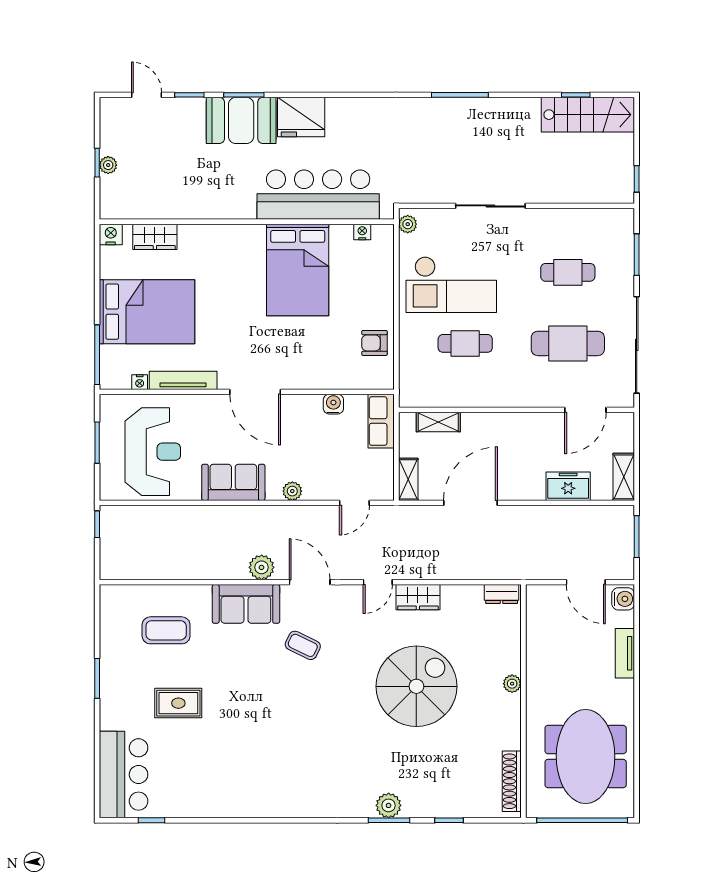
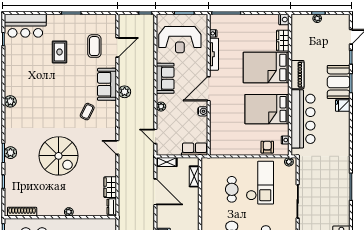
fridge: (301, 117) -> (343, 105), width x0.53, depth x0.75
piano: (226, 206) -> (297, 75), added
checkout: (451, 285) -> (260, 183), turned 180
bed: (147, 312) -> (266, 67), moved, turned 90
armchair: (375, 343) -> (267, 147), moved
water cooler: (333, 404) -> (203, 111), moved
door: (310, 582) -> (117, 47), moved
wardrobe: (418, 597) -> (110, 187), moved
spiral stairs: (416, 686) -> (59, 156), moved
plant: (281, 806) -> (10, 101), added

